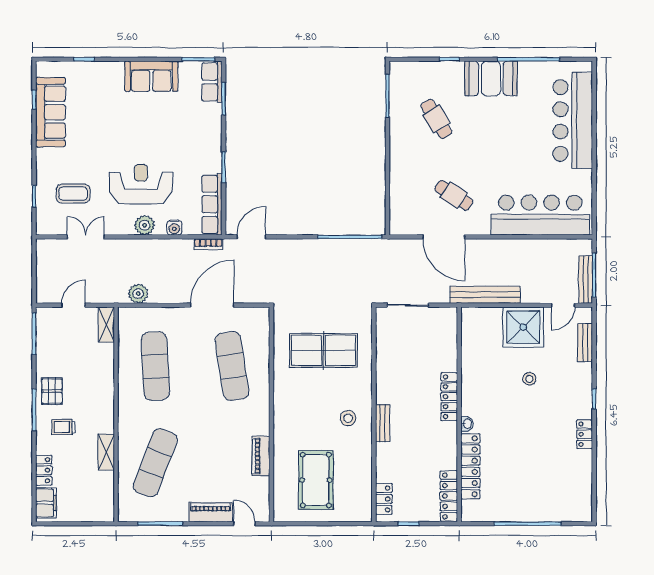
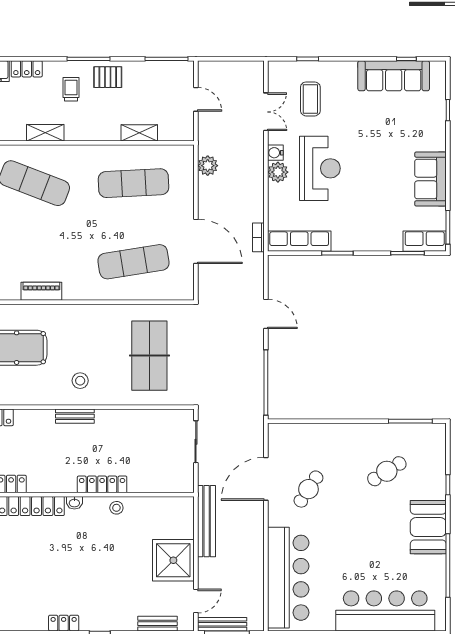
water cooler: (174, 228) -> (275, 153), moved
door: (251, 237) -> (266, 314), moved
door: (563, 305) -> (196, 601), swing flipped
shelving: (106, 325) -> (139, 133), moved
stool: (529, 379) -> (116, 508), moved

